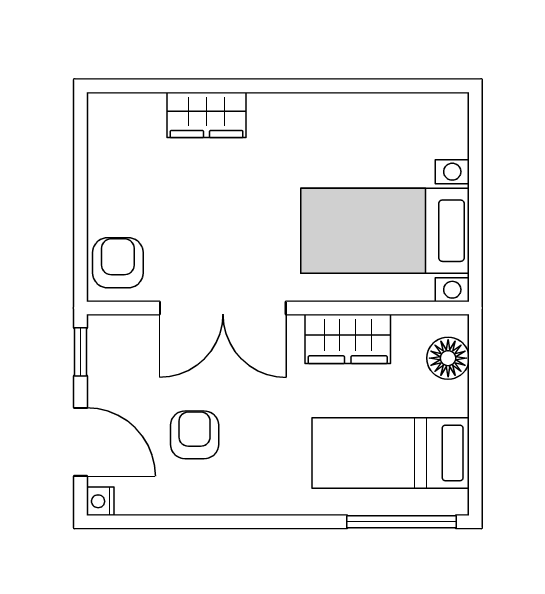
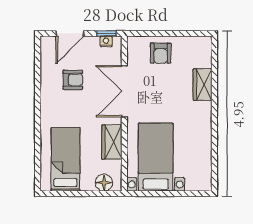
armchair: (118, 263) -> (161, 53), moved, turned 90
nightstand: (100, 501) -> (106, 41), moved
window: (402, 522) -> (38, 164), removed

